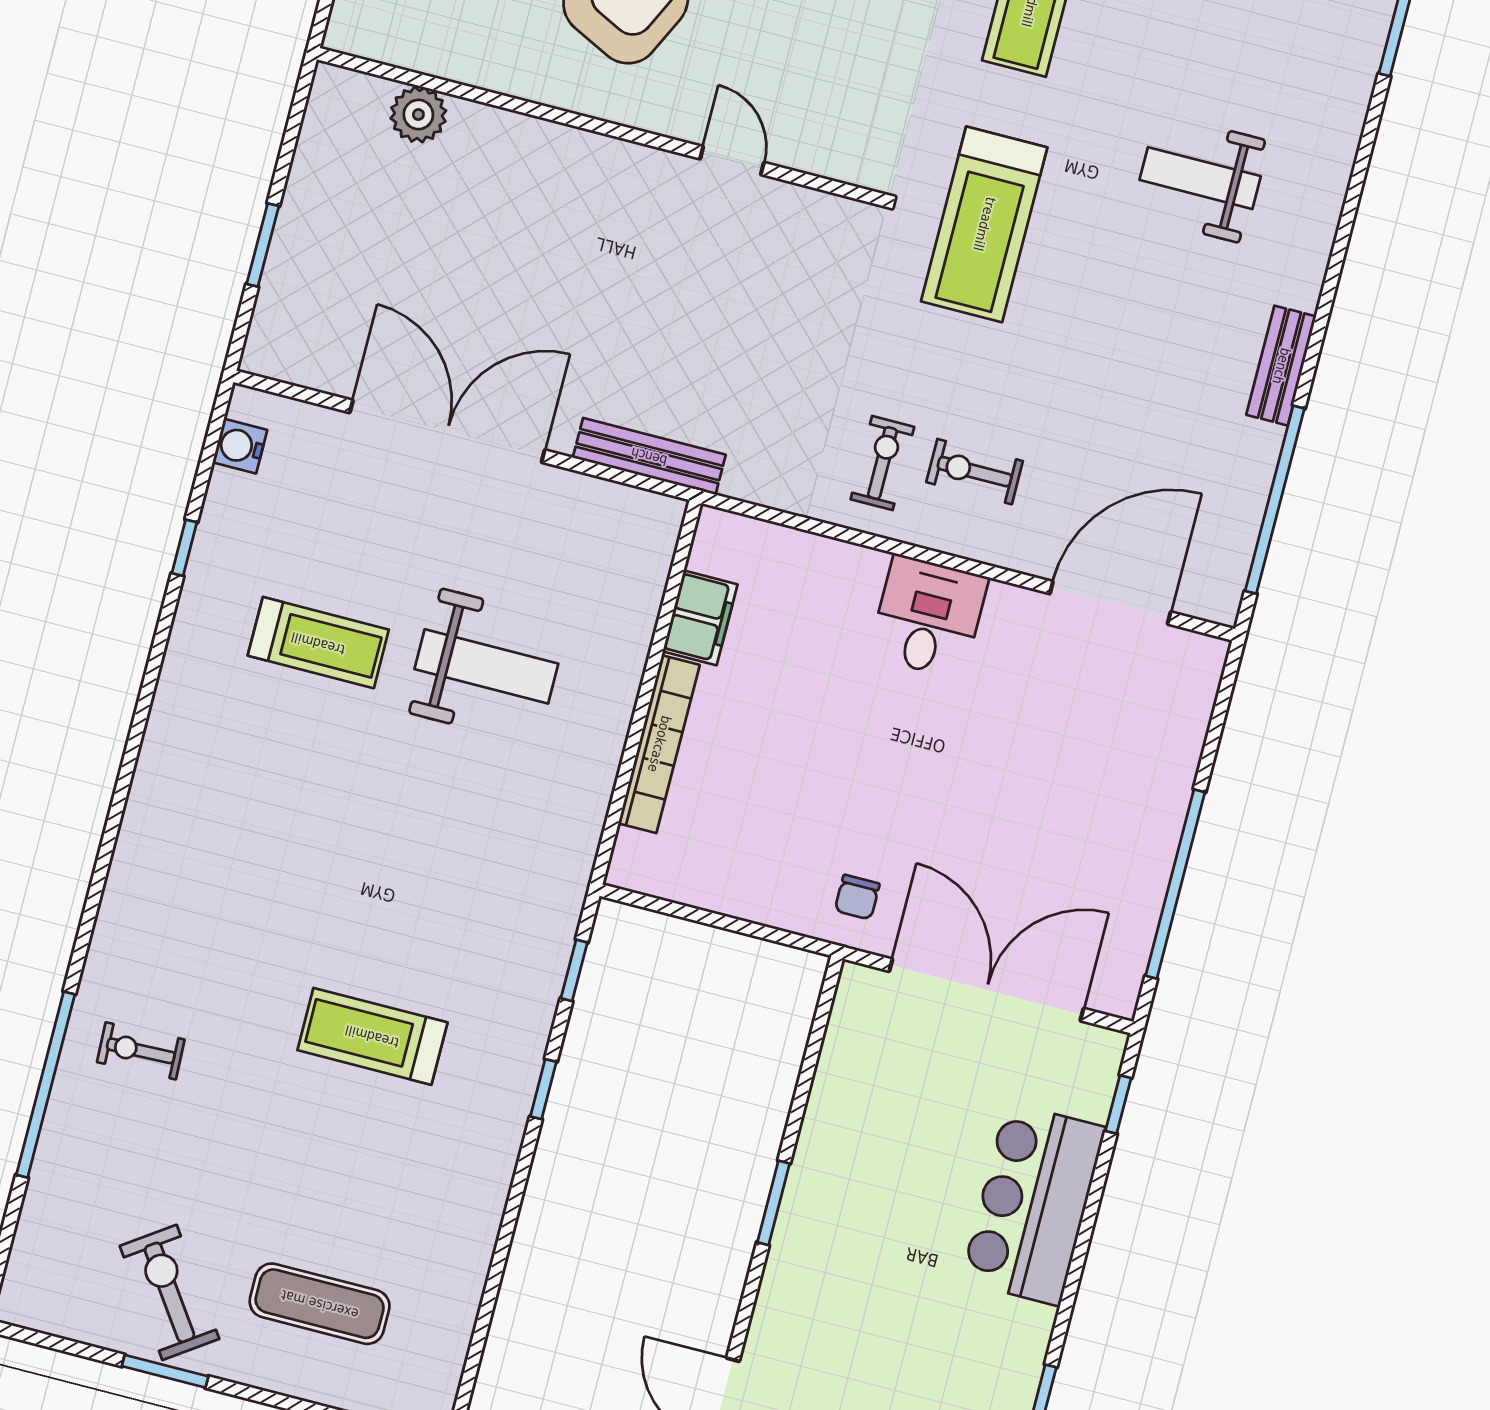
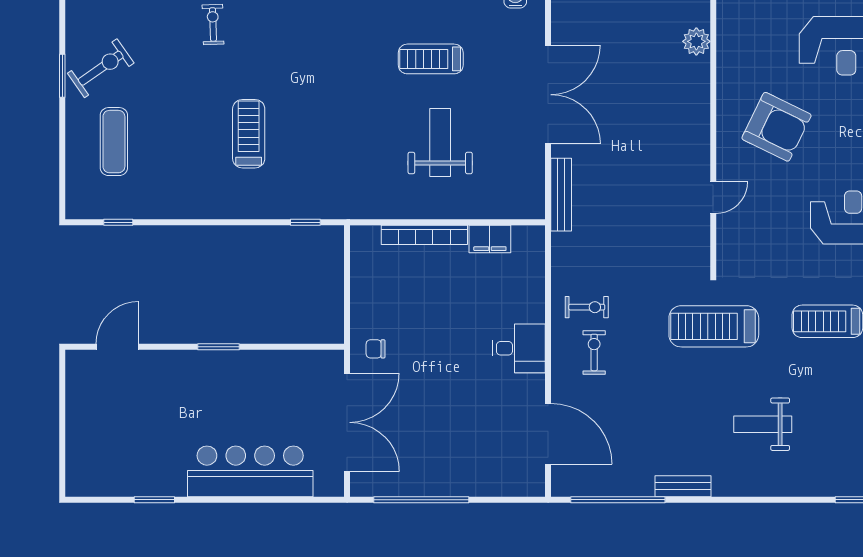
weight bench: (1200, 178) -> (763, 424), turned -90
treadmill: (318, 643) -> (431, 59), turned 90
weight bench: (486, 666) -> (440, 142), turned 180
window: (543, 1089) -> (118, 222), moved
window: (1118, 1104) -> (308, 500), removed
bar counter: (1033, 1204) -> (250, 471), width x1.36

